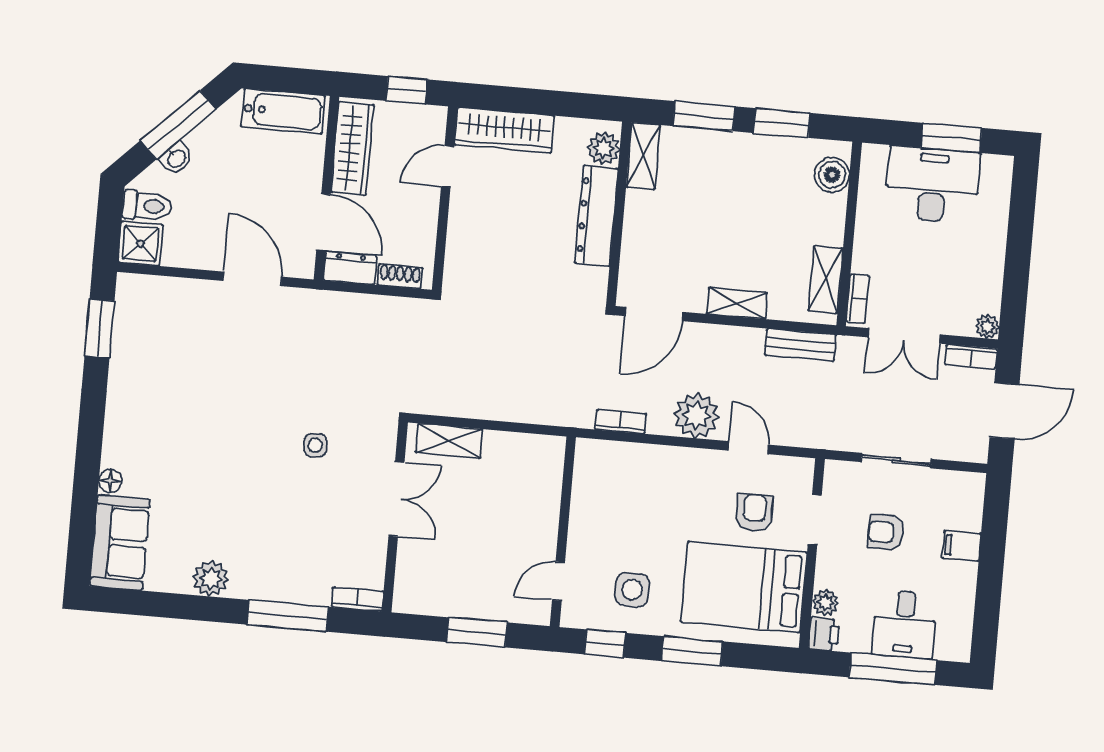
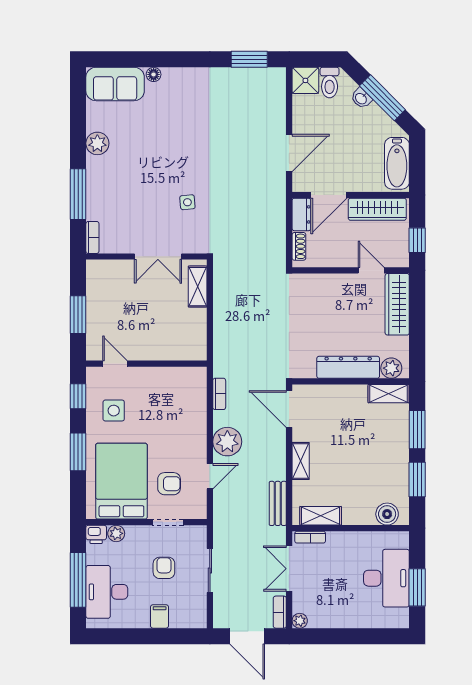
desk: (904, 624) -> (107, 592), width x1.37

